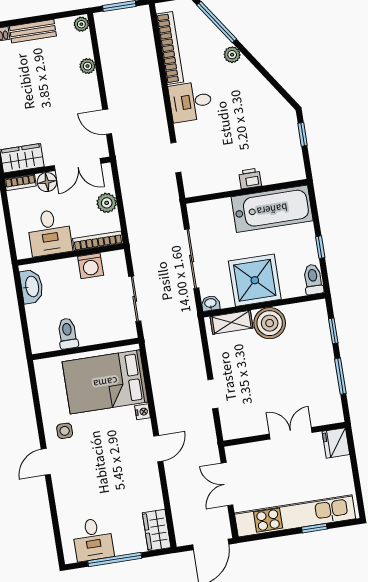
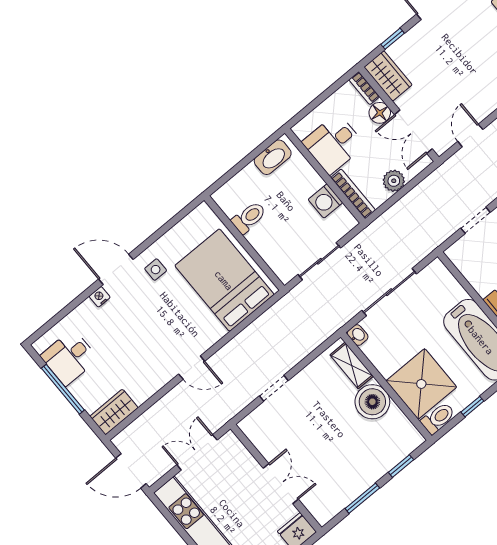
shower: (255, 280) -> (421, 384), moved
nightstand: (143, 412) -> (100, 297), moved, turned 180
door: (46, 462) -> (116, 269), width x1.38

